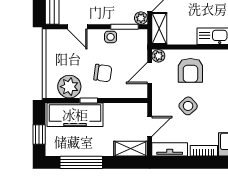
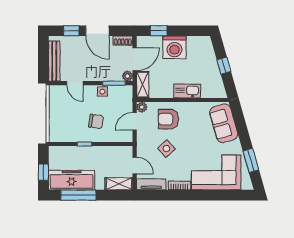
armchair: (190, 70) -> (168, 119), turned 90
plant: (69, 87) -> (68, 133), removed
freezer: (75, 115) -> (72, 180), moved, turned 180
door: (150, 126) -> (135, 165), hinge flipped

